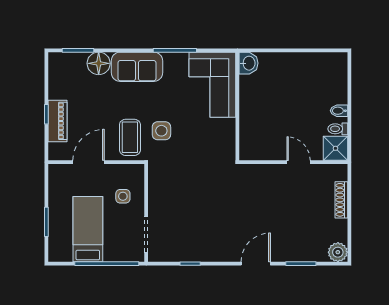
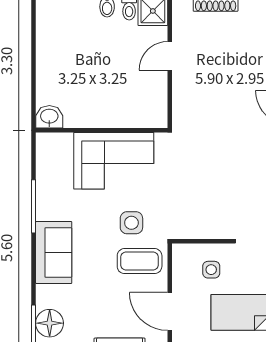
floor lamp: (99, 63) -> (50, 323), moved
corner sofa: (212, 85) -> (114, 161), moved

